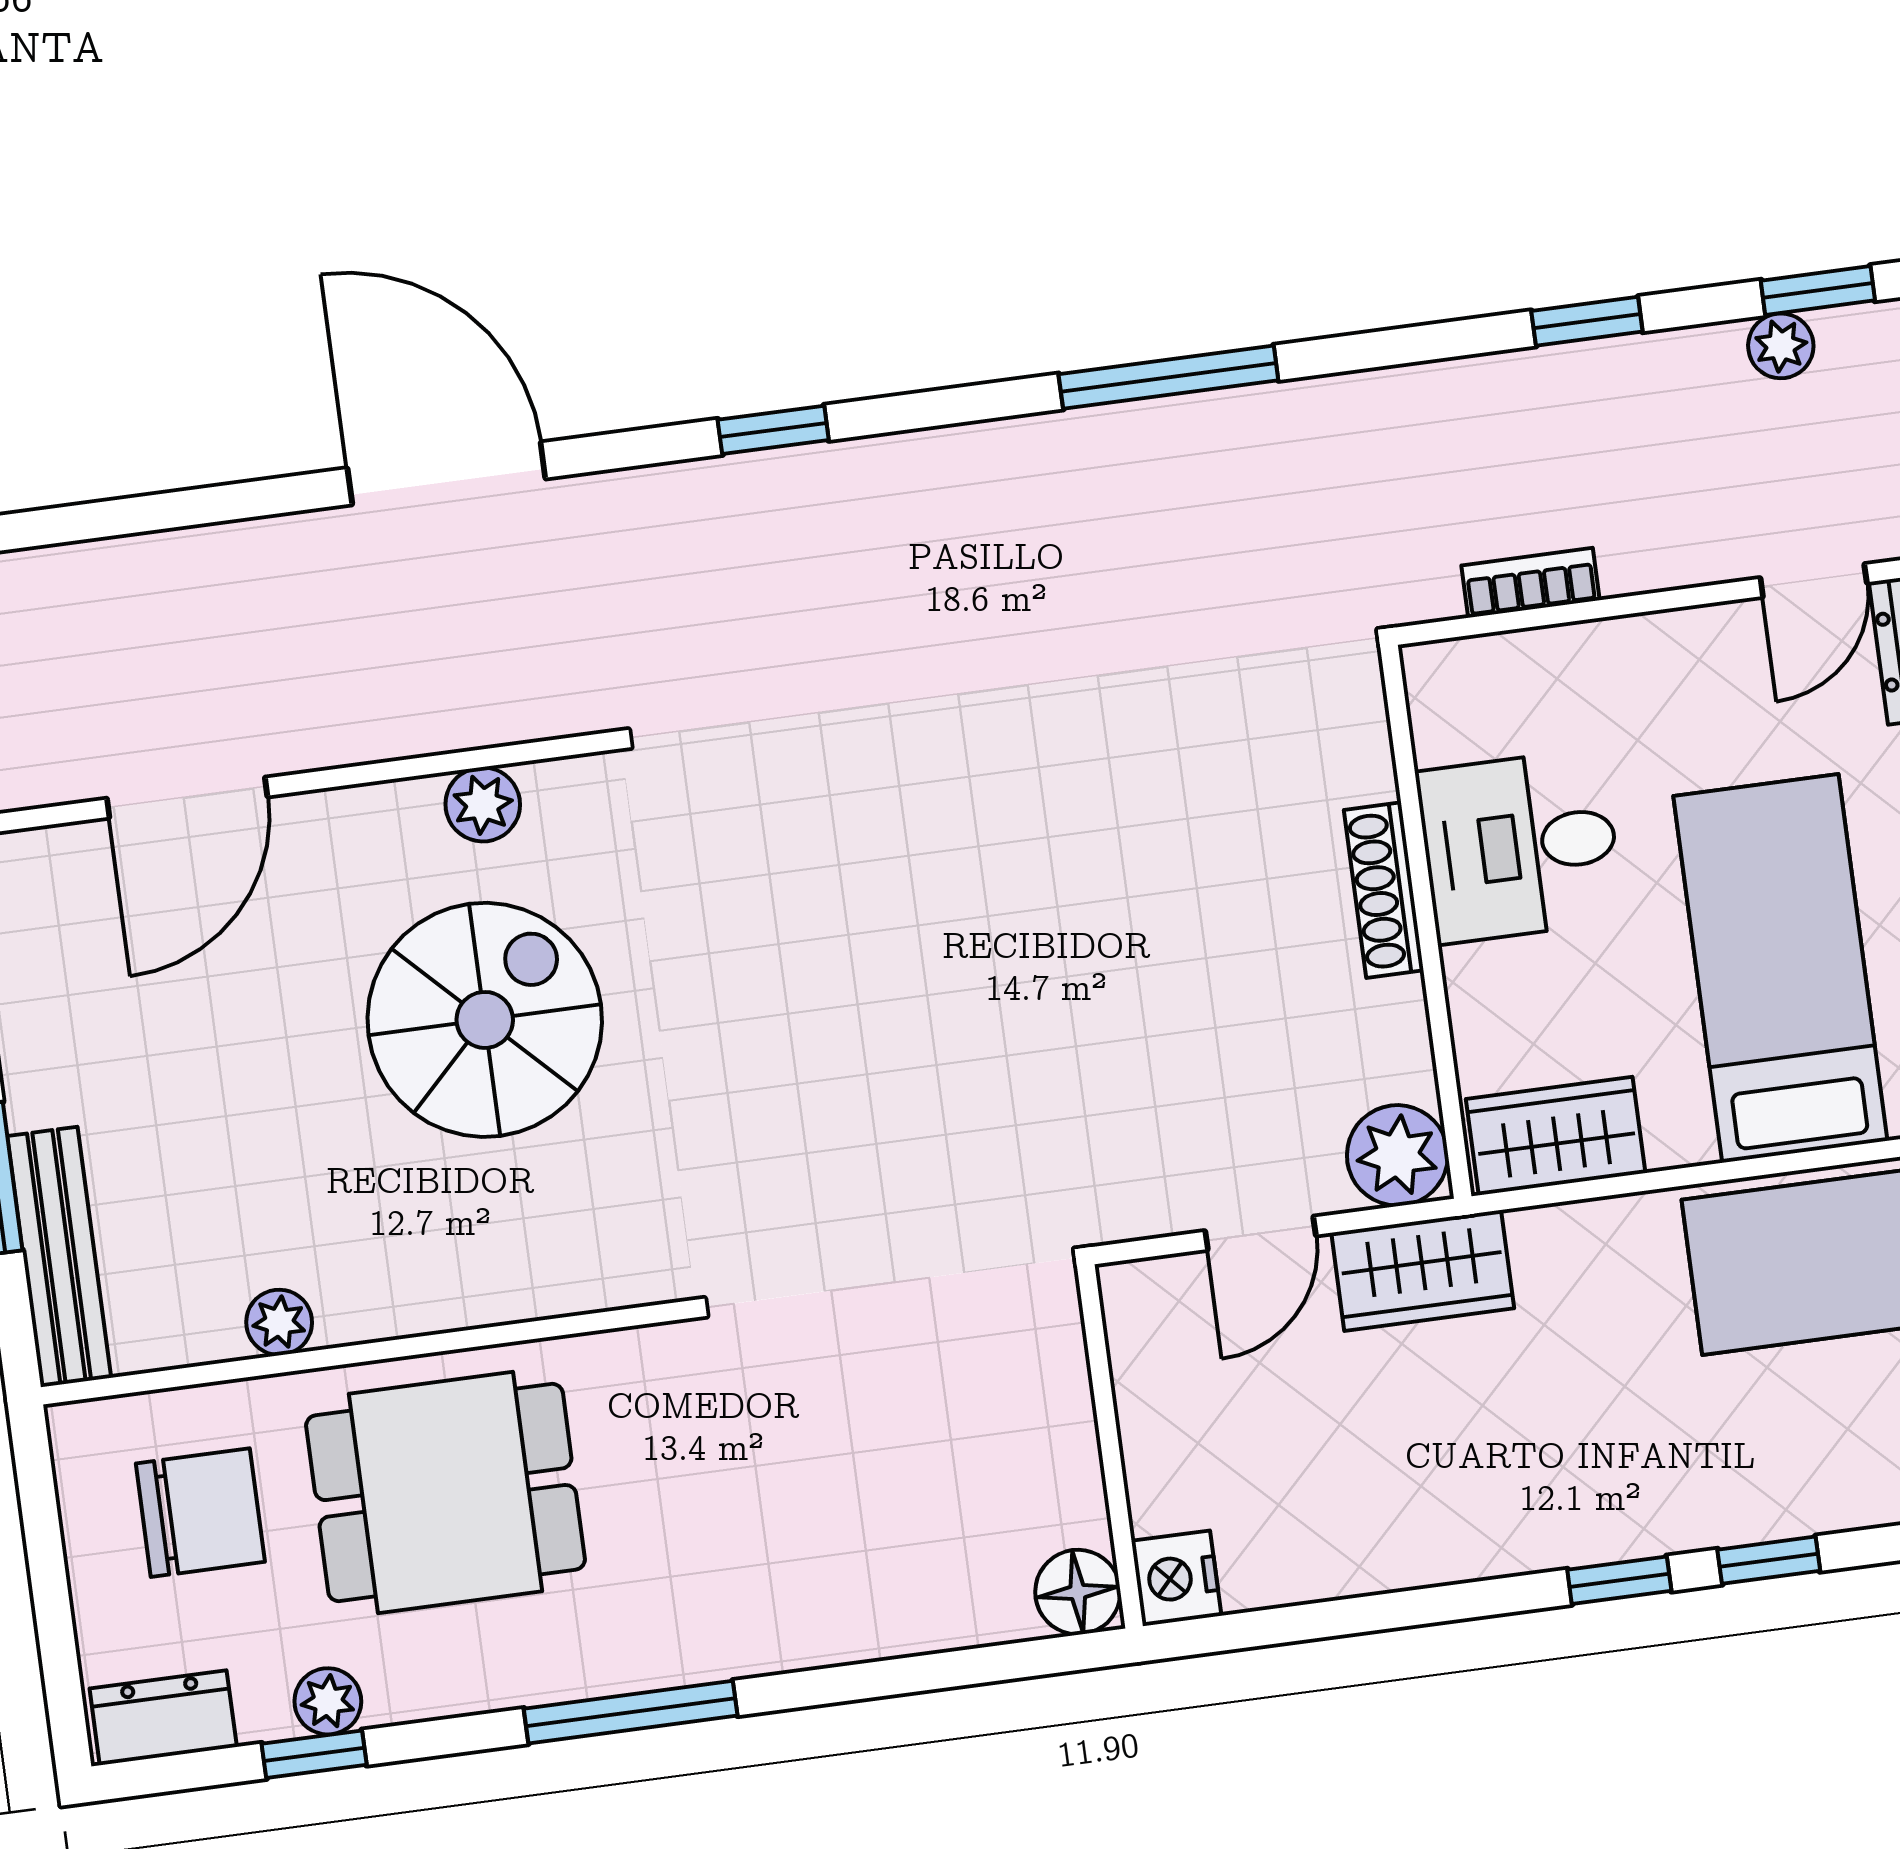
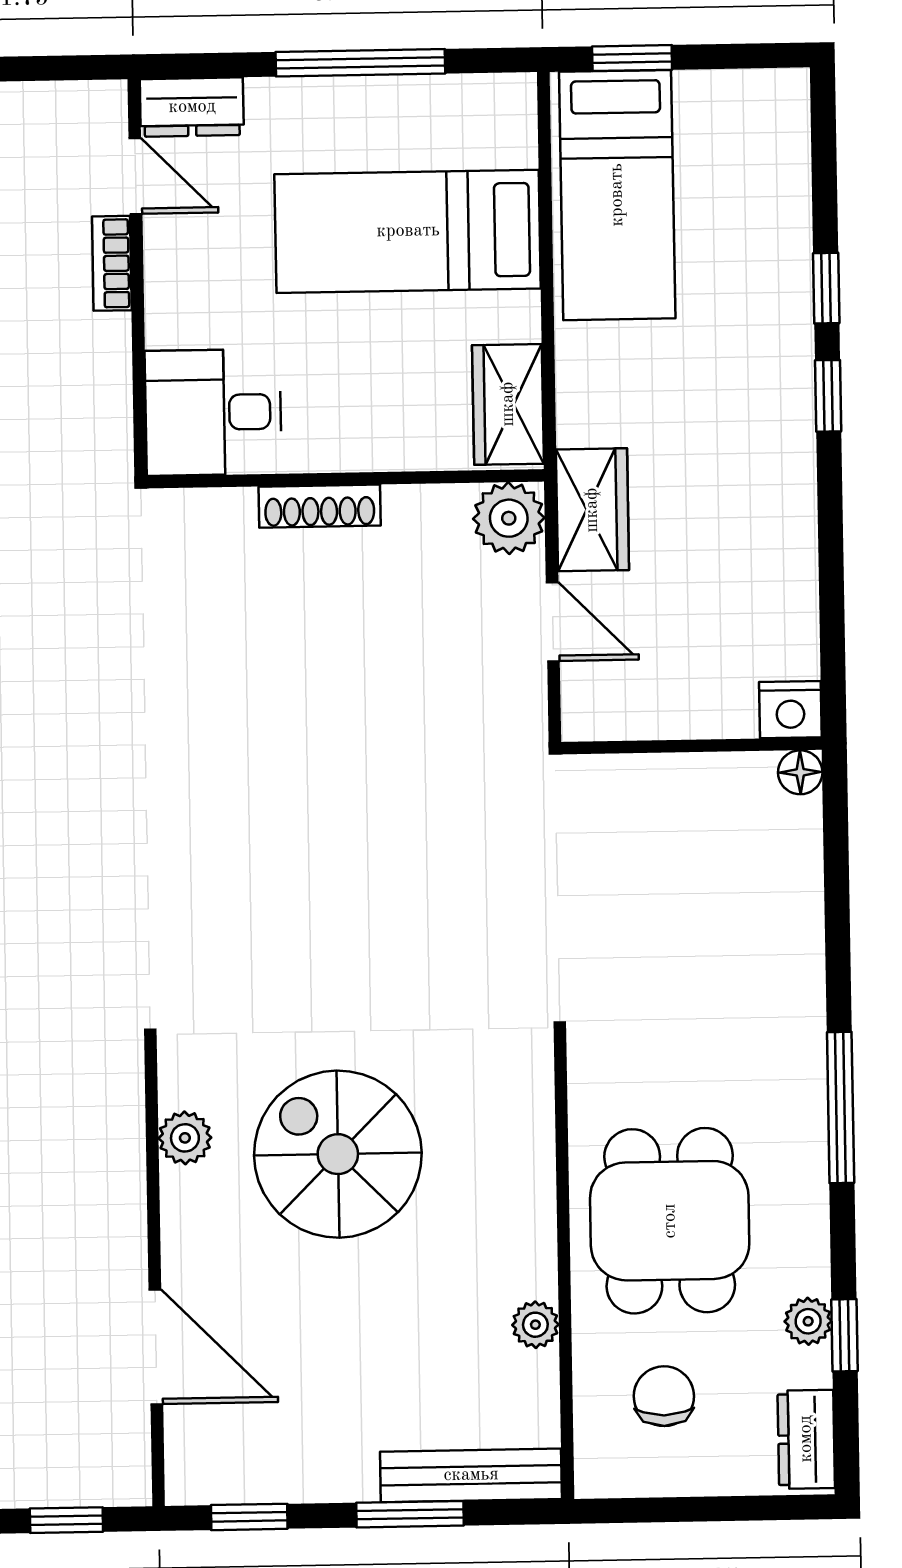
bookcase: (1530, 583) -> (112, 263), moved
desk: (1520, 846) -> (213, 412), moved, turned 90
chair: (200, 1513) -> (664, 1396), width x0.73, depth x0.73
floor lamp: (1078, 1592) -> (800, 772), width x0.73, depth x0.73

